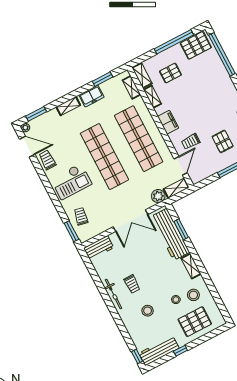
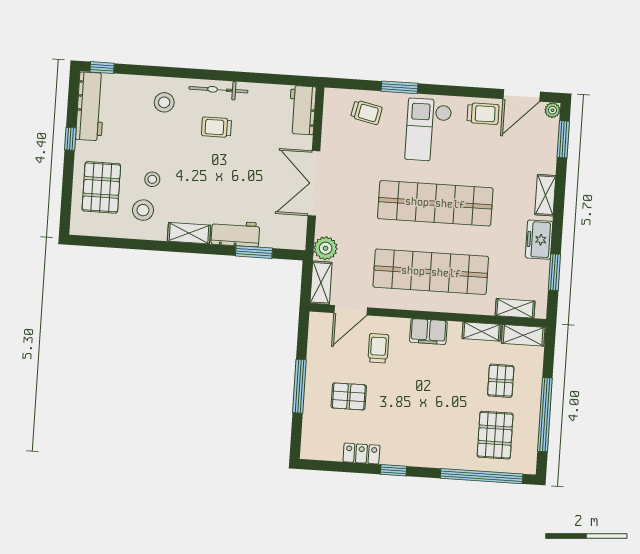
pallet: (196, 45) -> (495, 435), moved
door: (181, 166) -> (351, 310), hinge flipped
window: (71, 231) -> (400, 87), moved
workbench: (170, 234) -> (235, 234), width x0.53, depth x0.76
stool: (148, 311) -> (164, 102), moved

